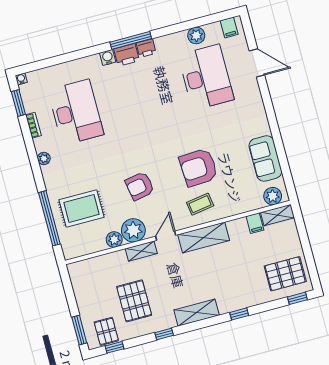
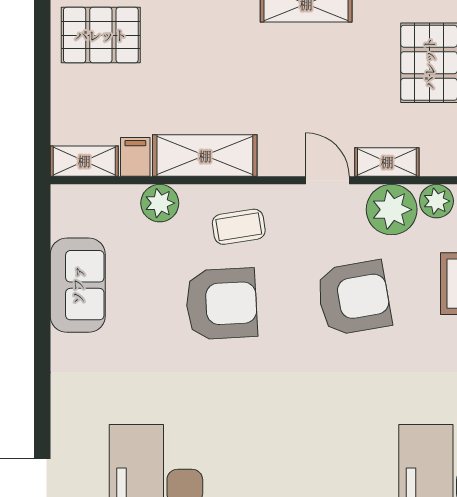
armchair: (140, 186) -> (354, 298), width x1.36, depth x1.36
plant: (273, 196) -> (160, 203), moved
door: (166, 236) -> (327, 180), swing flipped
shelving: (204, 238) -> (205, 156), moved

